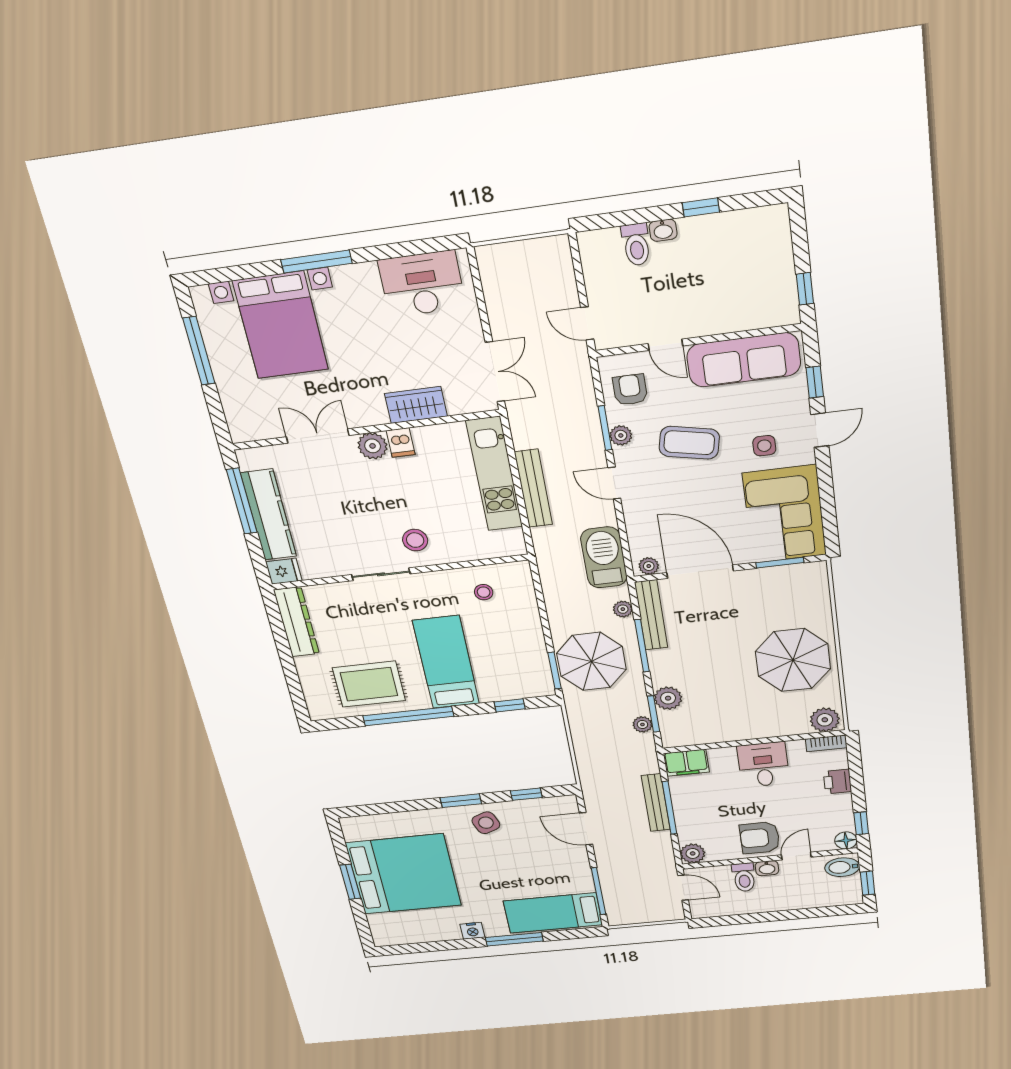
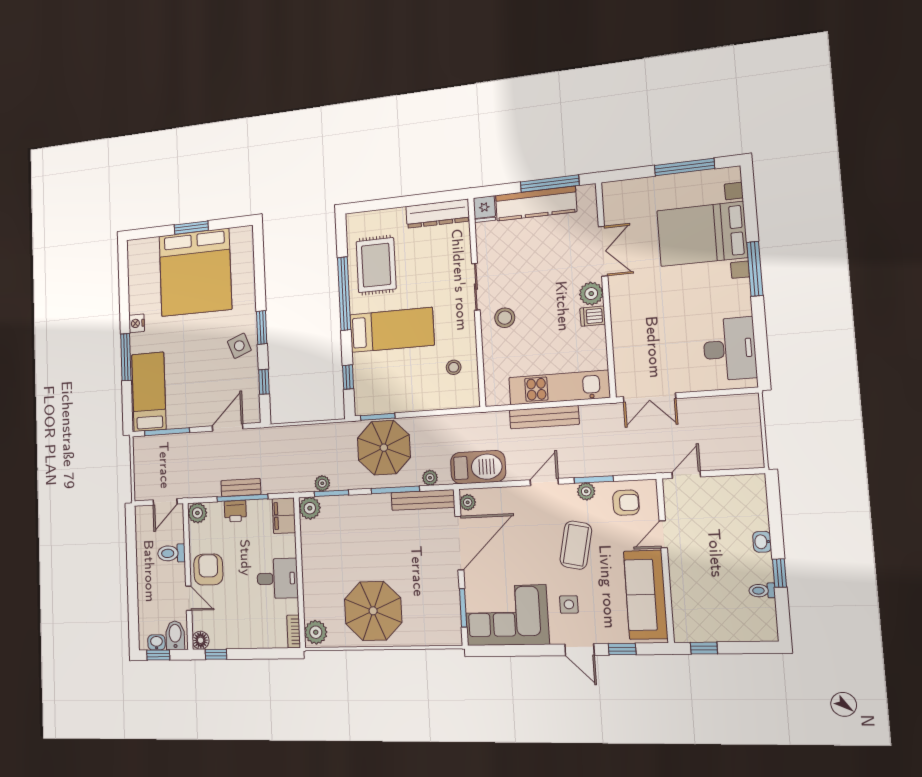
toilet: (636, 245) -> (762, 591), moved, width x0.73, depth x0.72
wardrobe: (416, 405) -> (625, 332), removed
plant: (668, 698) -> (310, 508), moved
printer: (837, 782) -> (235, 511), moved, turned 180
bench: (656, 803) -> (241, 487), width x0.73
washbasin: (767, 868) -> (156, 642), moved, turned 90

